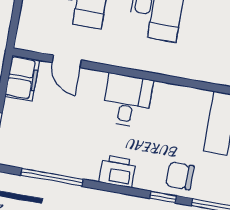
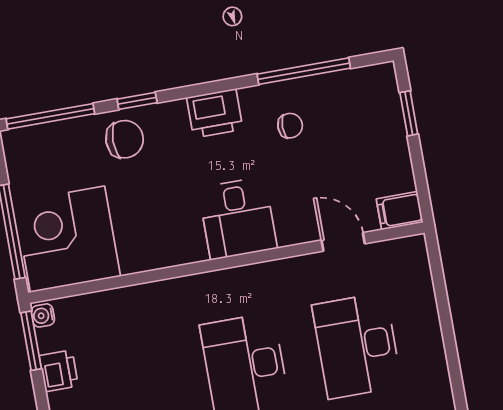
filing cabinet: (22, 78) -> (400, 211), width x0.50
chair: (73, 146) -> (290, 126), added

